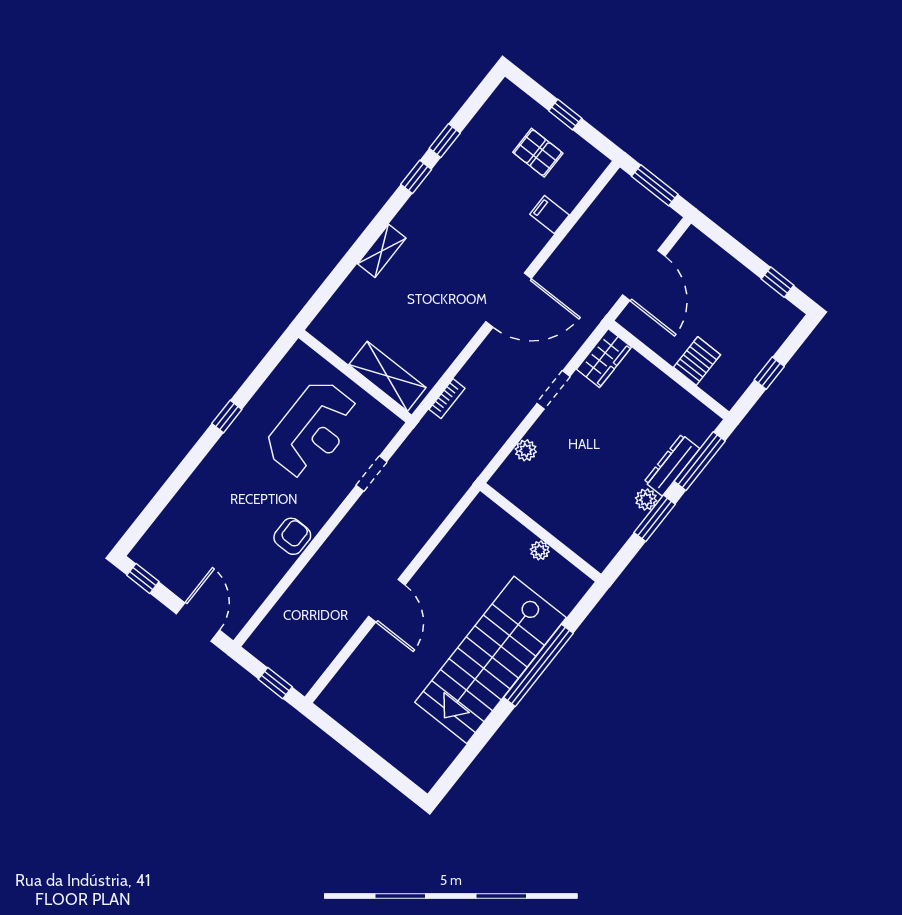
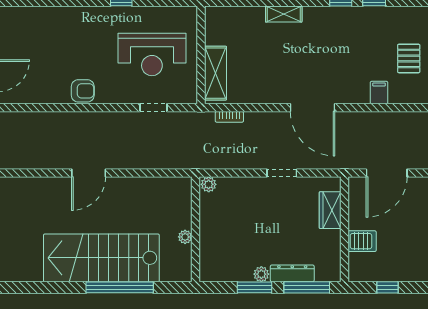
wardrobe: (604, 358) -> (330, 210), moved, turned 90
plant: (526, 450) -> (209, 184), moved

